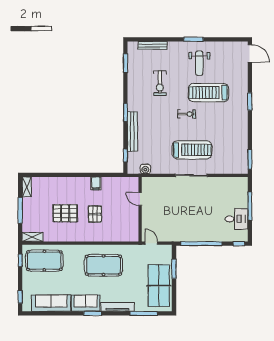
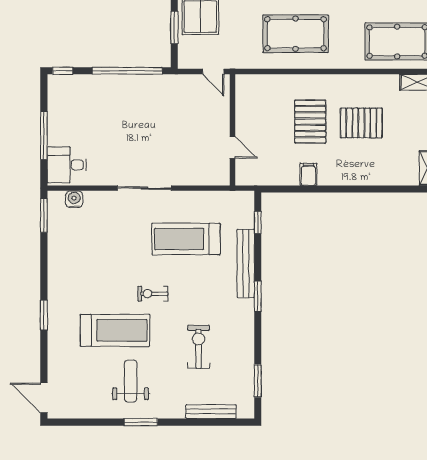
treadmill: (192, 150) -> (186, 239), moved
water cooler: (145, 169) -> (74, 199), moved
pallet: (95, 214) -> (310, 122), width x1.50, depth x1.42
desk: (237, 219) -> (67, 165), moved

